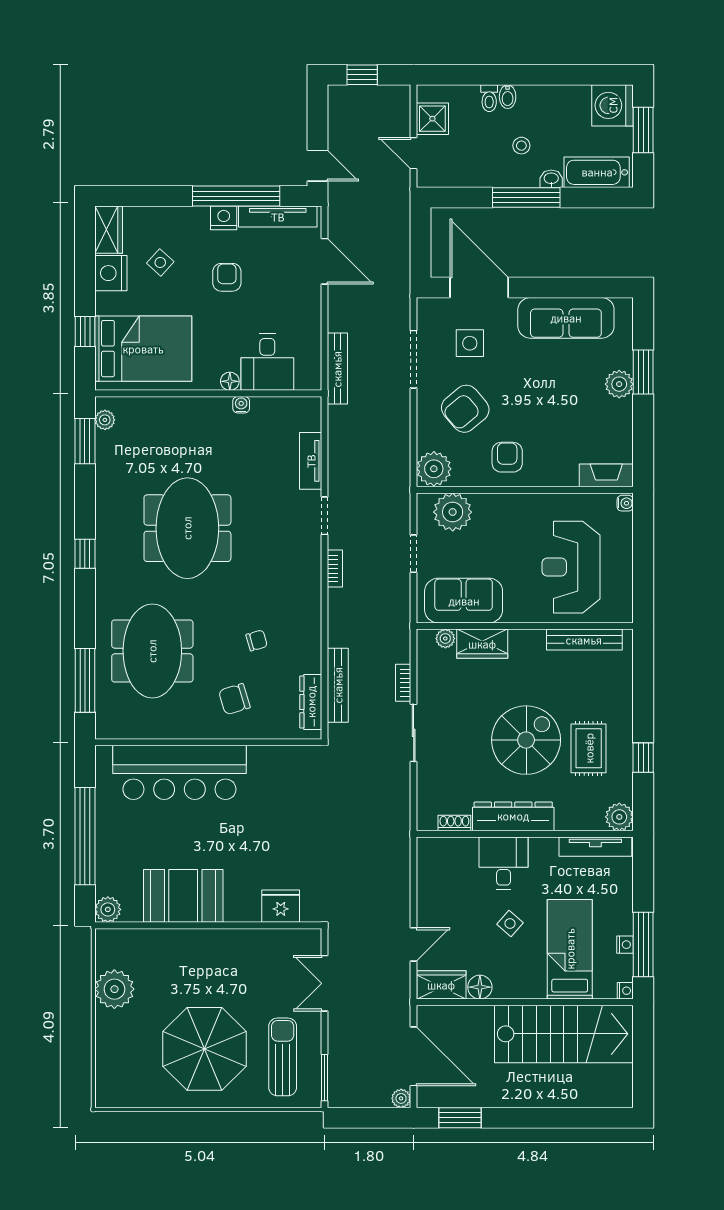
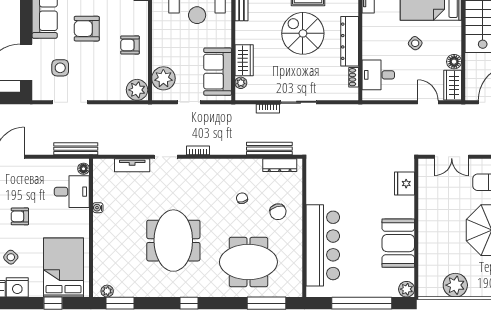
floor lamp: (230, 381) -> (83, 169), moved
armchair: (465, 409) -> (87, 29), moved, turned 130
meeting table: (187, 528) -> (173, 241), turned 90
desk: (504, 863) -> (378, 75), moved

